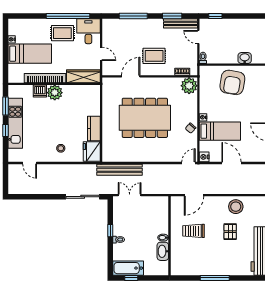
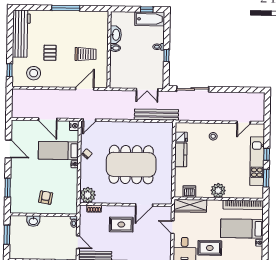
bookcase: (45, 78) -> (243, 205), moved
armchair: (232, 82) -> (46, 198), width x0.53, depth x0.53
dishwasher: (40, 91) -> (189, 191), moved
fridge: (92, 152) -> (181, 137), width x0.53, depth x0.75
door: (30, 163) -> (244, 122), swing flipped
stool: (236, 207) -> (34, 73), moved

